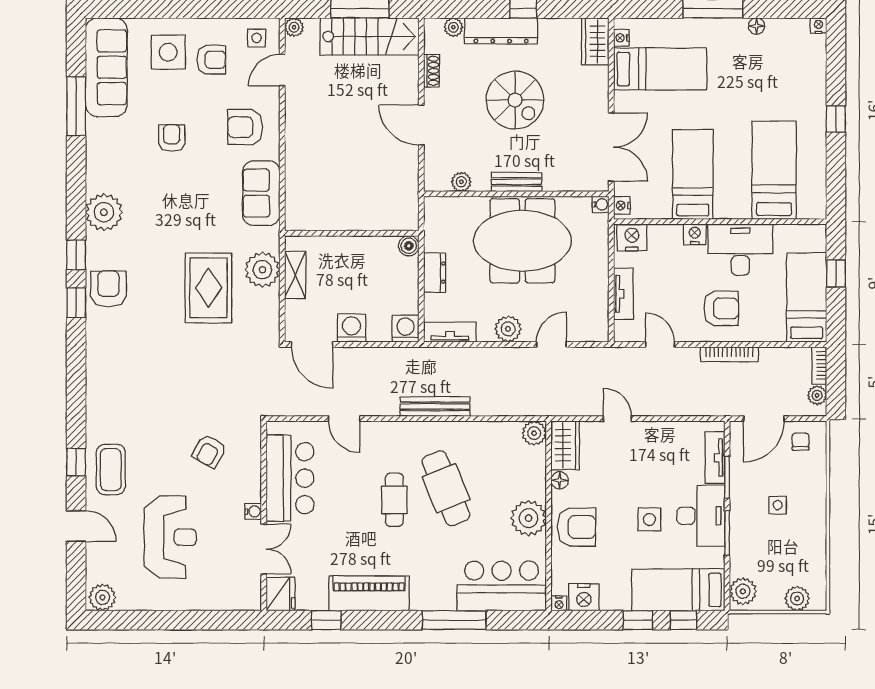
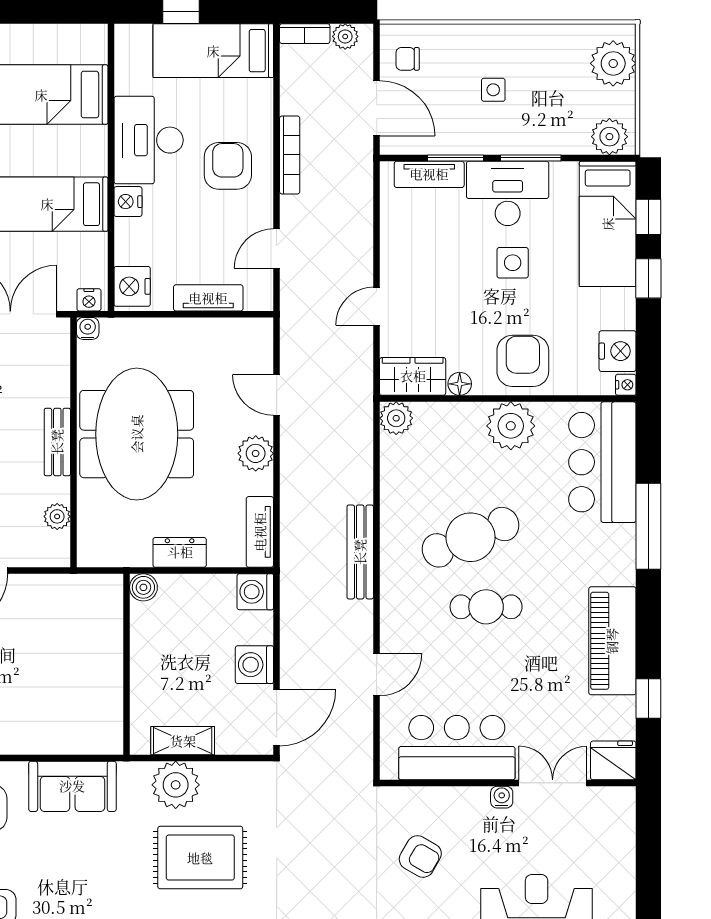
plant: (797, 599) -> (613, 63), width x1.36, depth x1.36

